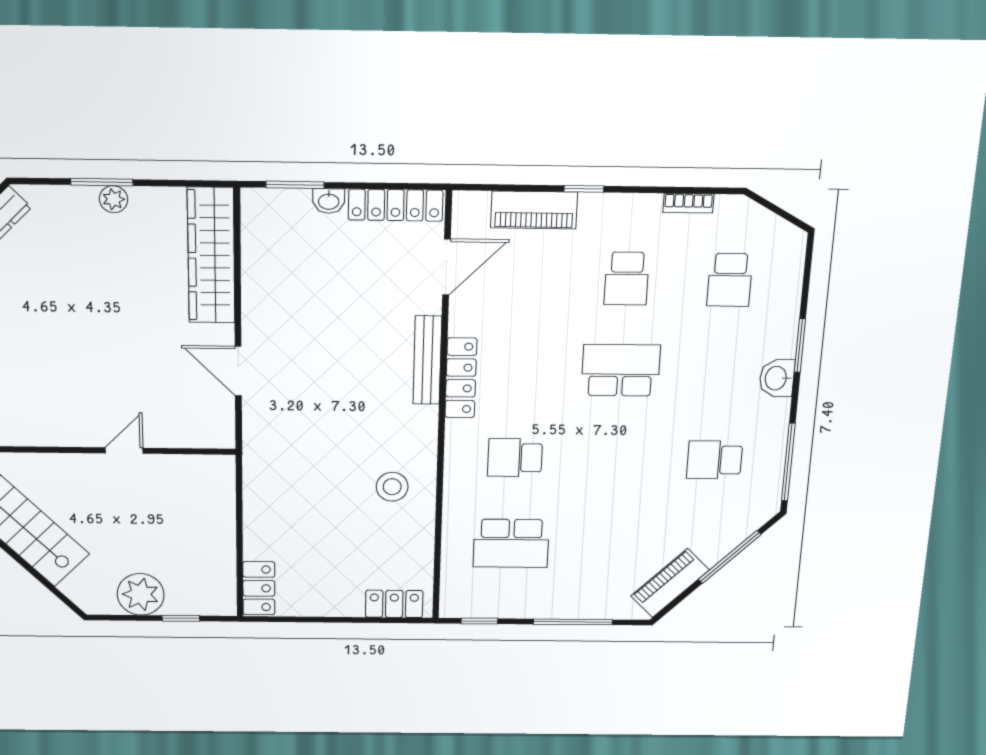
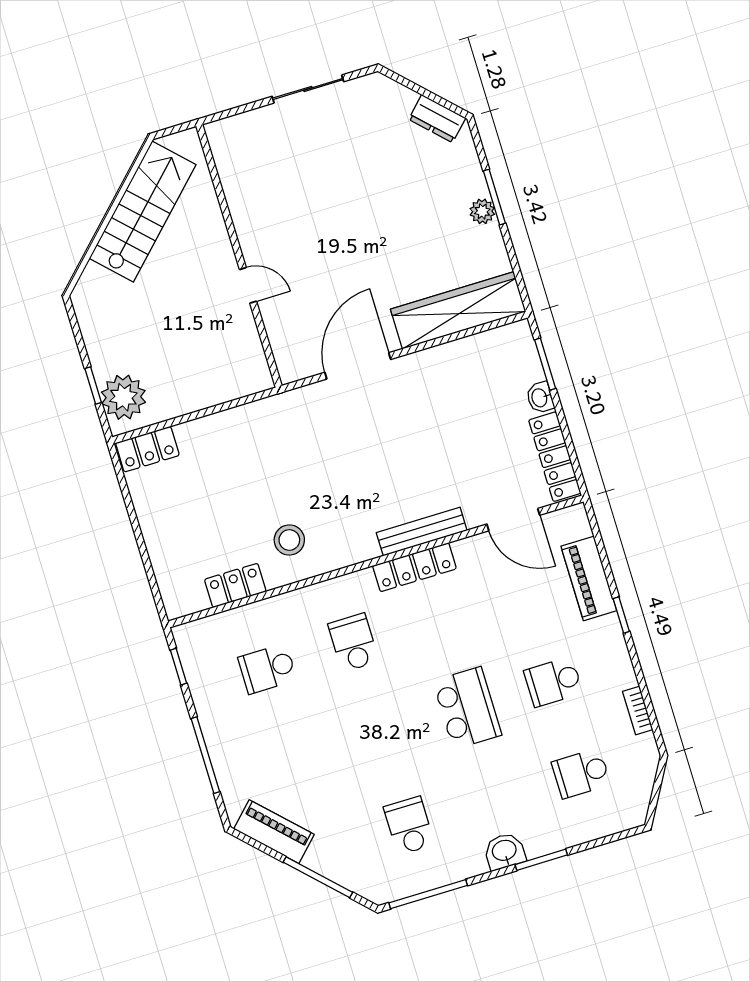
door: (238, 371) -> (358, 366), width x1.36
school desk: (511, 543) -> (267, 669), width x0.54
plant: (141, 594) -> (123, 397), moved
locker: (394, 604) -> (235, 585), moved, turned -90

